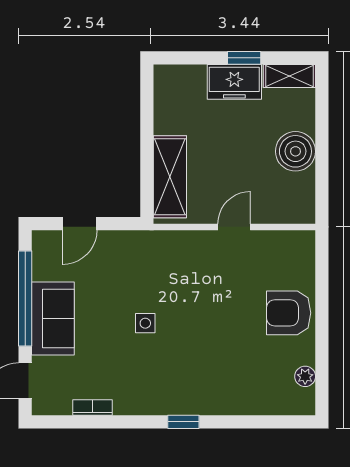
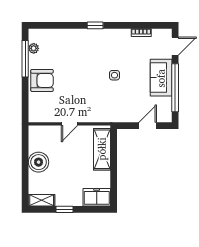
freezer: (234, 82) -> (97, 197), moved
window: (322, 356) -> (25, 59), added

